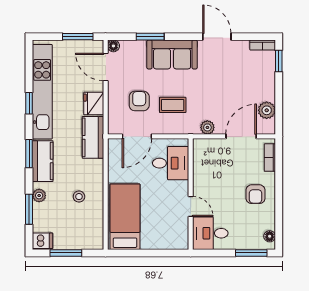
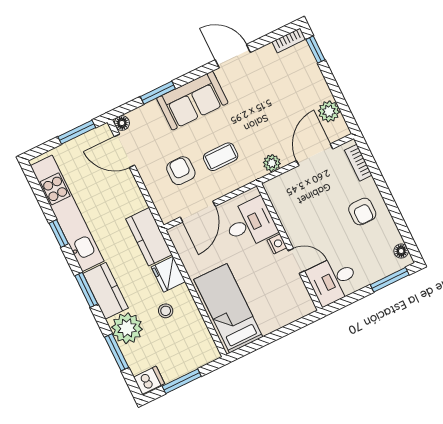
fridge: (94, 104) -> (168, 274), moved
nightstand: (183, 187) -> (277, 244), added
plant: (39, 196) -> (127, 328), width x1.87, depth x1.87

